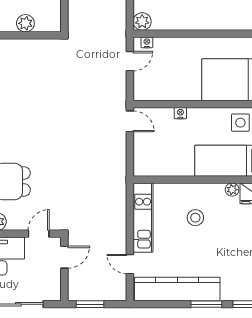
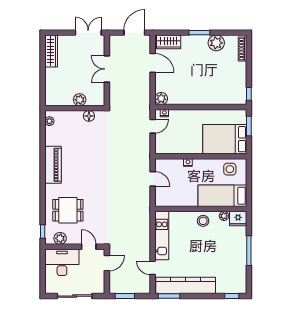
floor lamp: (39, 47) -> (89, 116), added
door: (130, 121) -> (153, 179), moved
stool: (195, 218) -> (203, 221), moved
door: (39, 234) -> (89, 247), hinge flipped
window: (206, 304) -> (169, 296), moved

